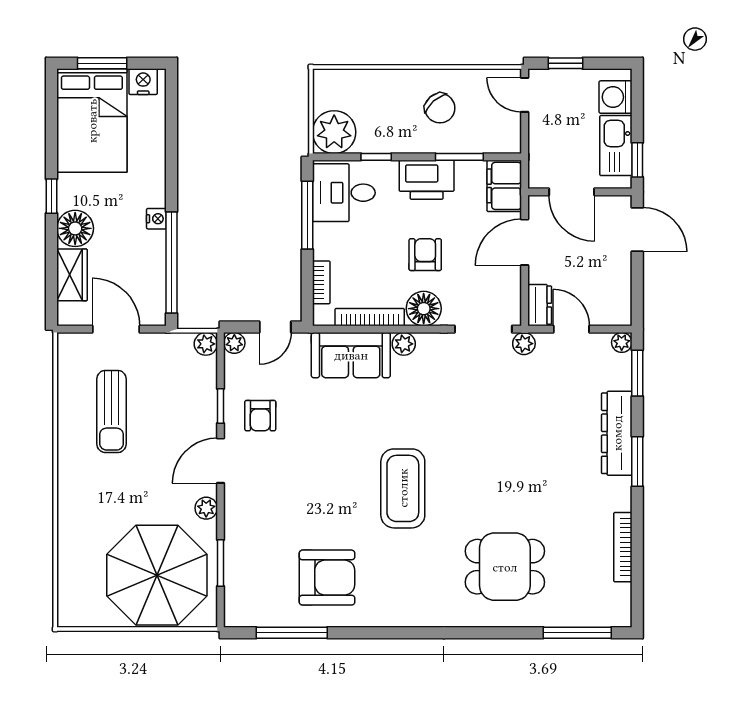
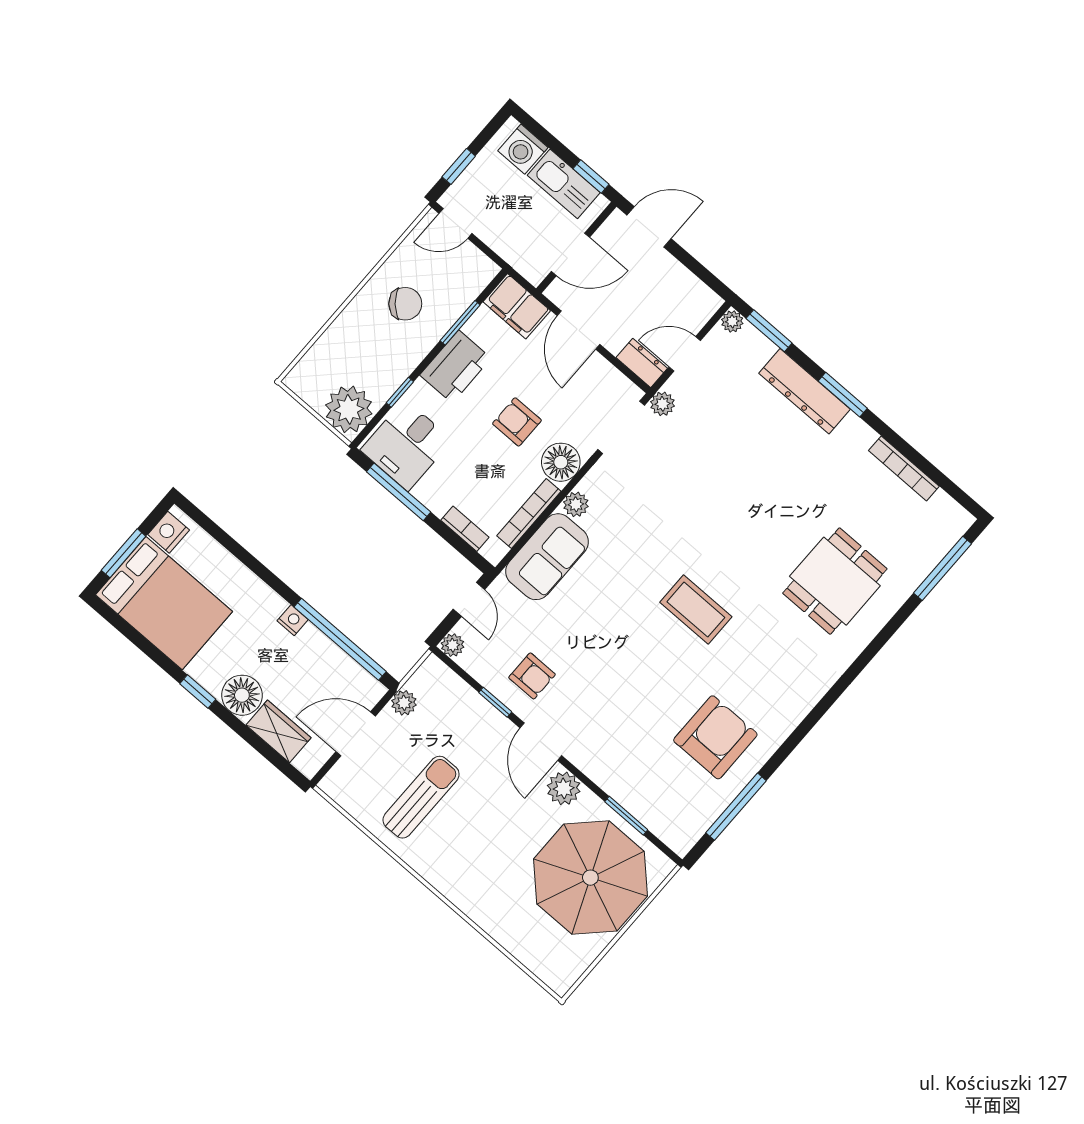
plant: (206, 344) -> (404, 703), moved
sun lounger: (112, 411) -> (421, 797), turned -90
coffee table: (403, 488) -> (696, 610), width x0.73, depth x0.76
plant: (206, 508) -> (564, 788), width x1.38, depth x1.38

